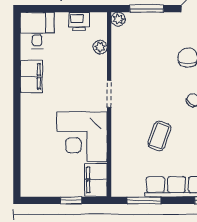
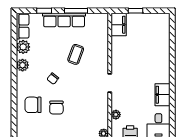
corner desk: (82, 137) -> (128, 54), removed
window: (144, 200) -> (76, 11), moved

